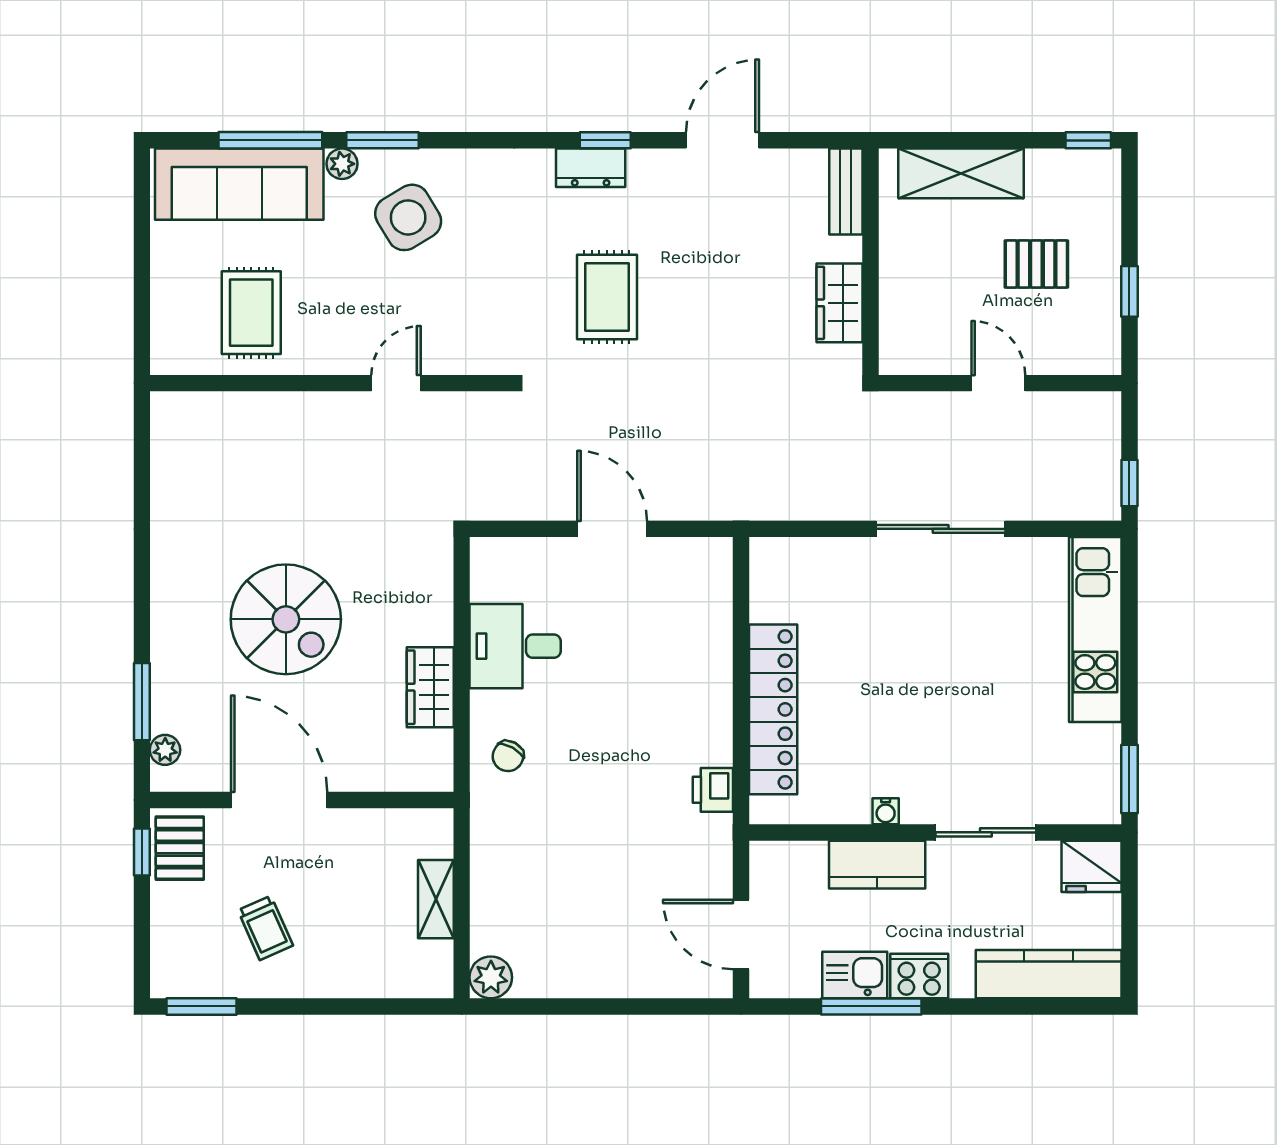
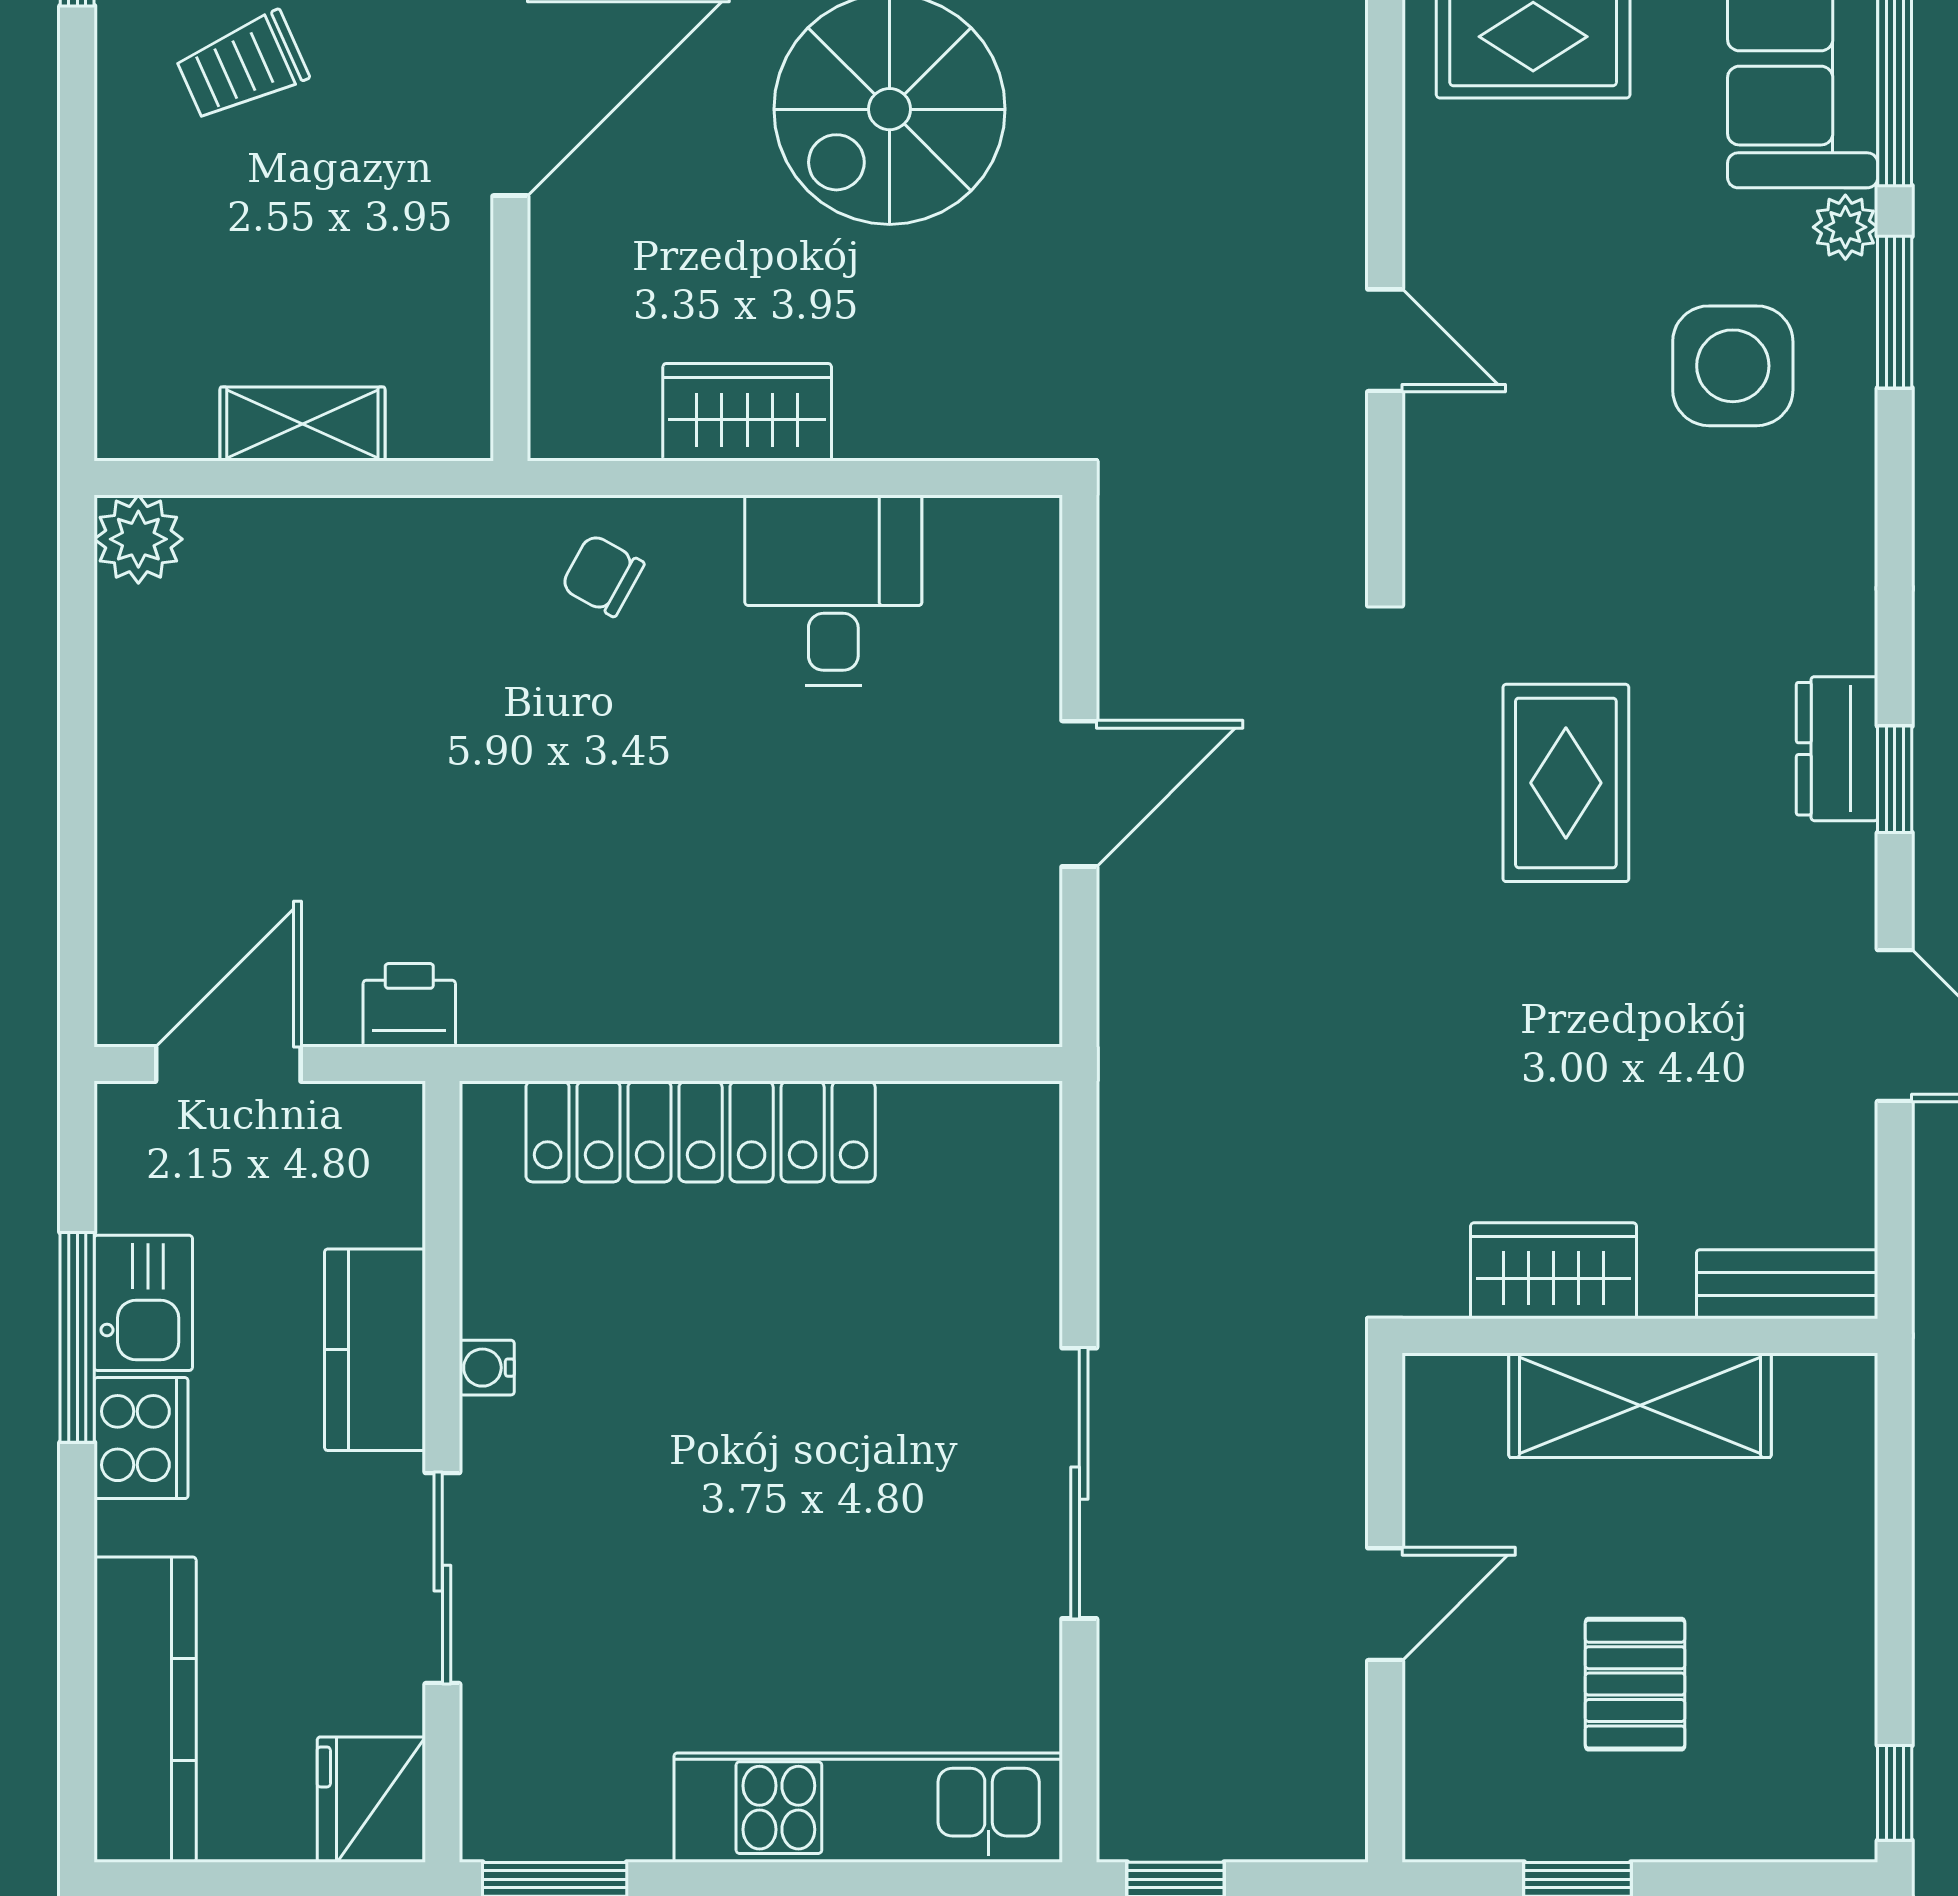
shelving: (961, 173) -> (1640, 1405), moved, turned 90
side table: (408, 217) -> (1733, 366), turned 31
rug: (607, 297) -> (1566, 783), turned 90
printer: (713, 790) -> (409, 1005), moved

